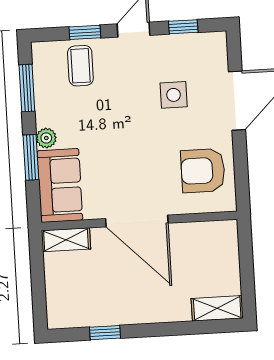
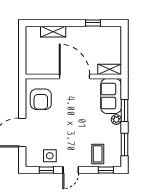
window: (85, 32) -> (106, 170), moved
side table: (174, 95) -> (50, 156), moved
armchair: (203, 171) -> (41, 99), turned 90
shelving: (217, 308) -> (53, 32), moved

